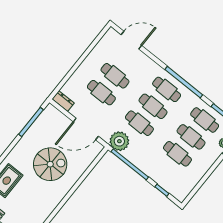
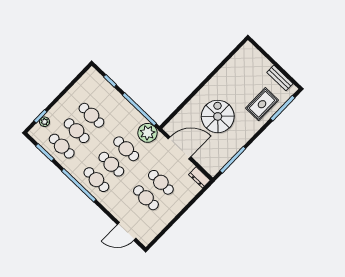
spiral stairs: (50, 164) -> (218, 116), turned 90

